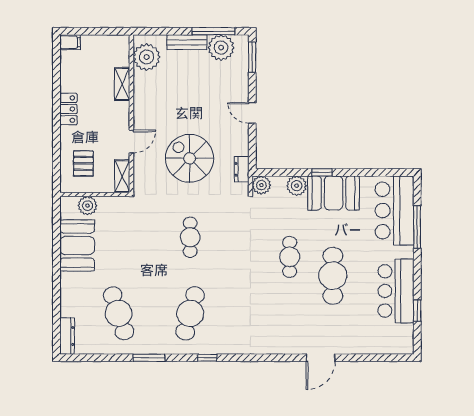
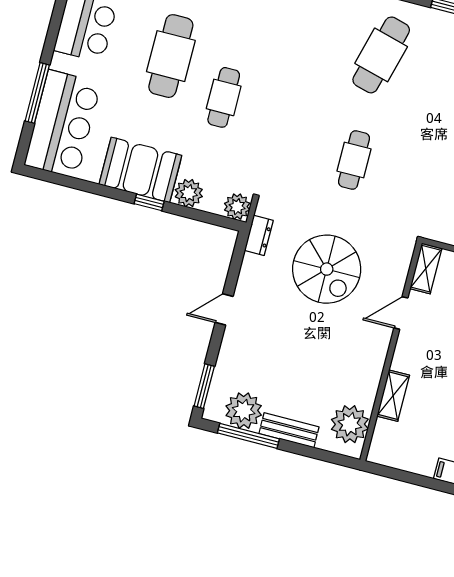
door: (252, 113) -> (224, 309), swing flipped

